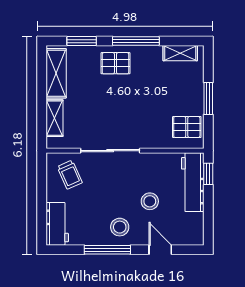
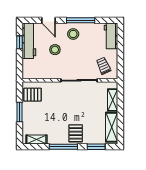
pallet: (115, 63) -> (76, 133), turned 90
window: (208, 174) -> (20, 42), moved
workbench: (193, 182) -> (29, 41), moved

